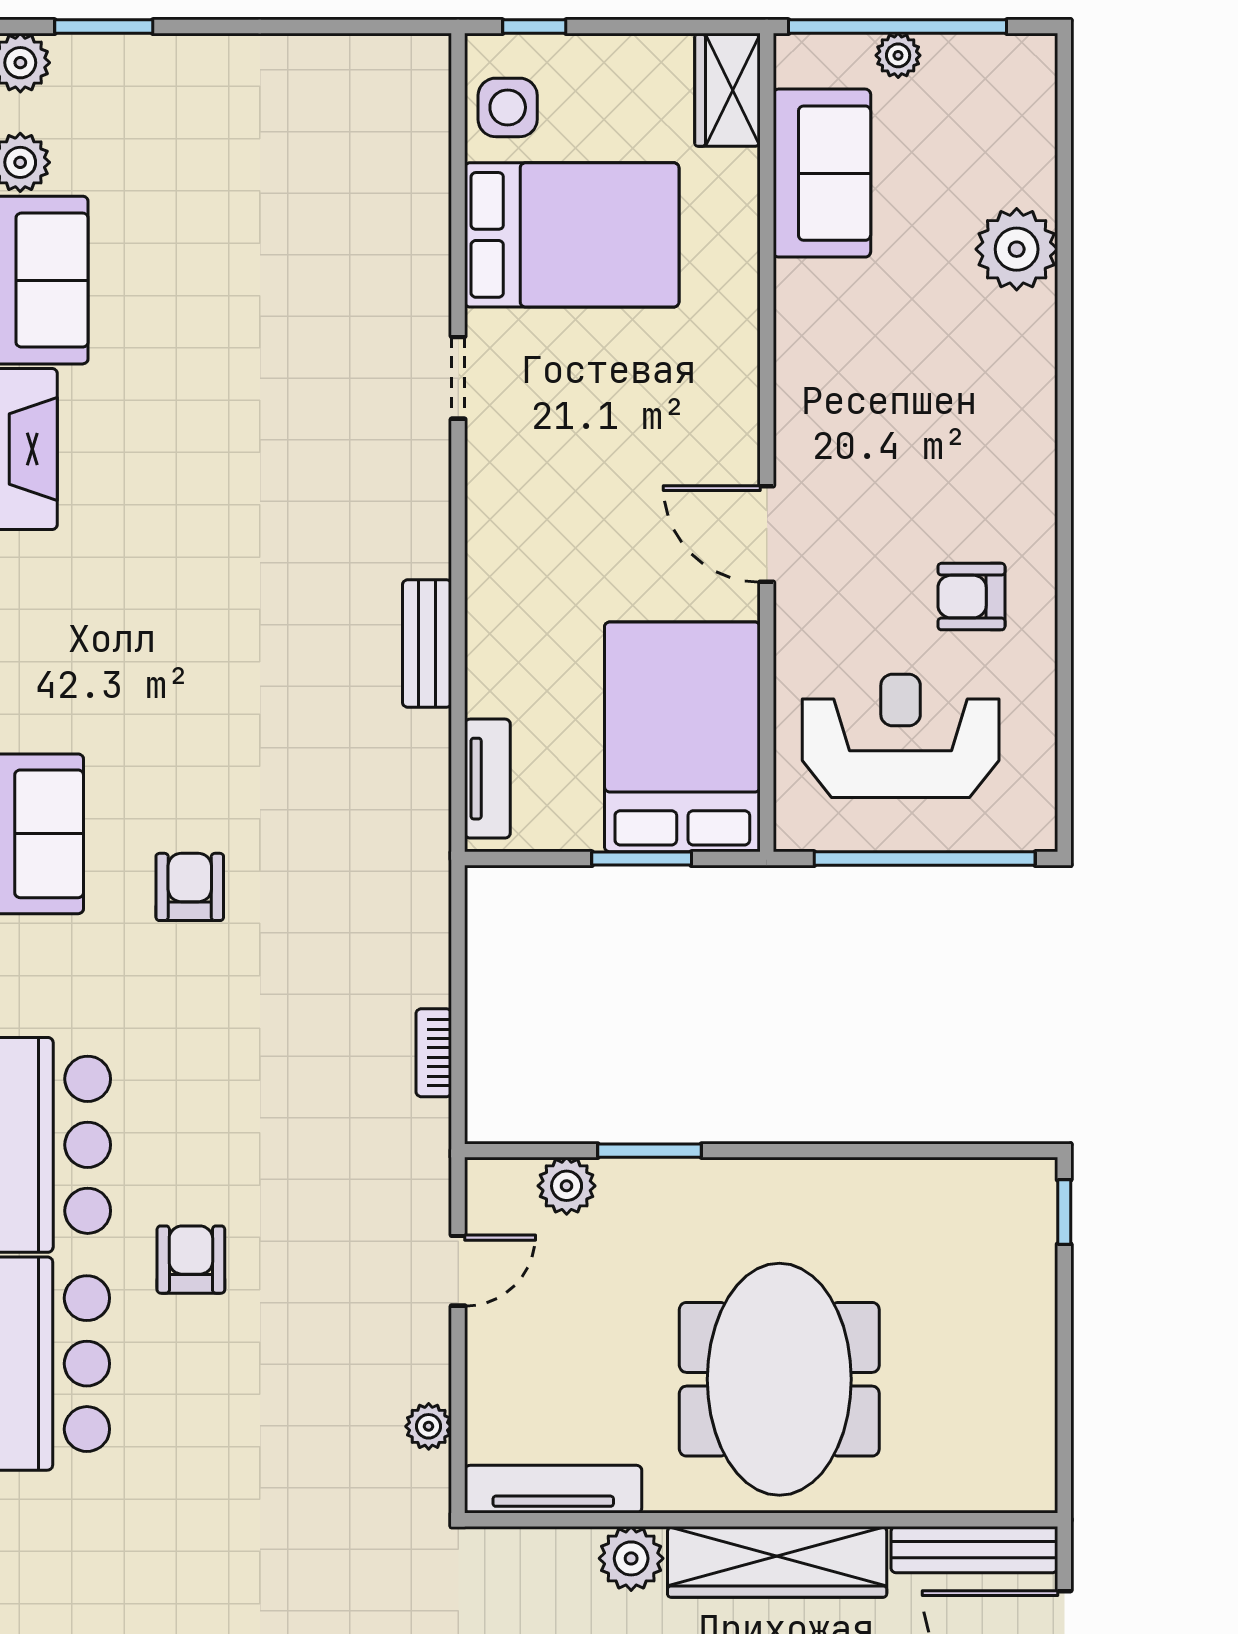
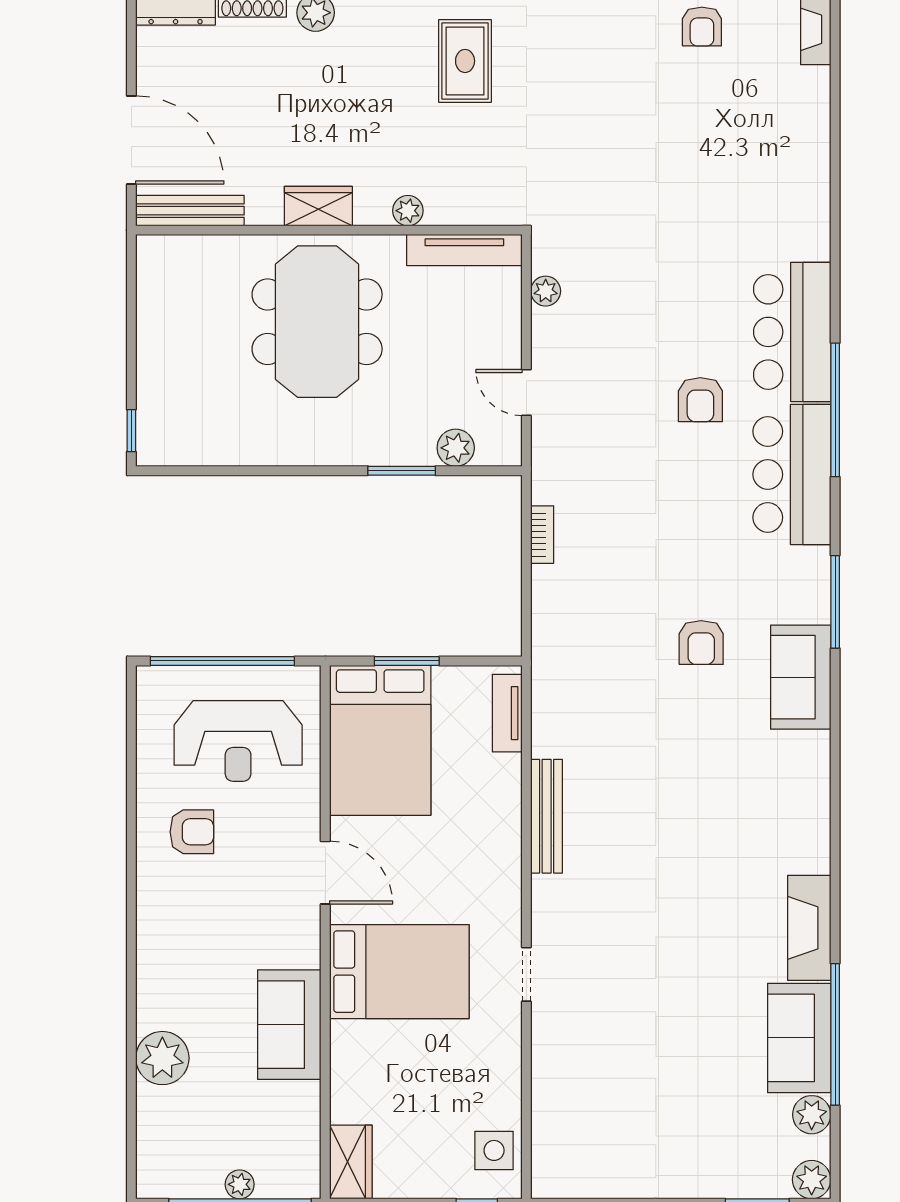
sofa: (822, 173) -> (289, 1025), moved
bed: (572, 235) -> (399, 972), moved, turned 180
bench: (427, 644) -> (547, 816), width x1.36
door: (458, 1271) -> (526, 393), hinge flipped
plant: (631, 1558) -> (408, 211), width x0.73, depth x0.73
wardrobe: (777, 1562) -> (318, 206), width x0.48, depth x0.85

